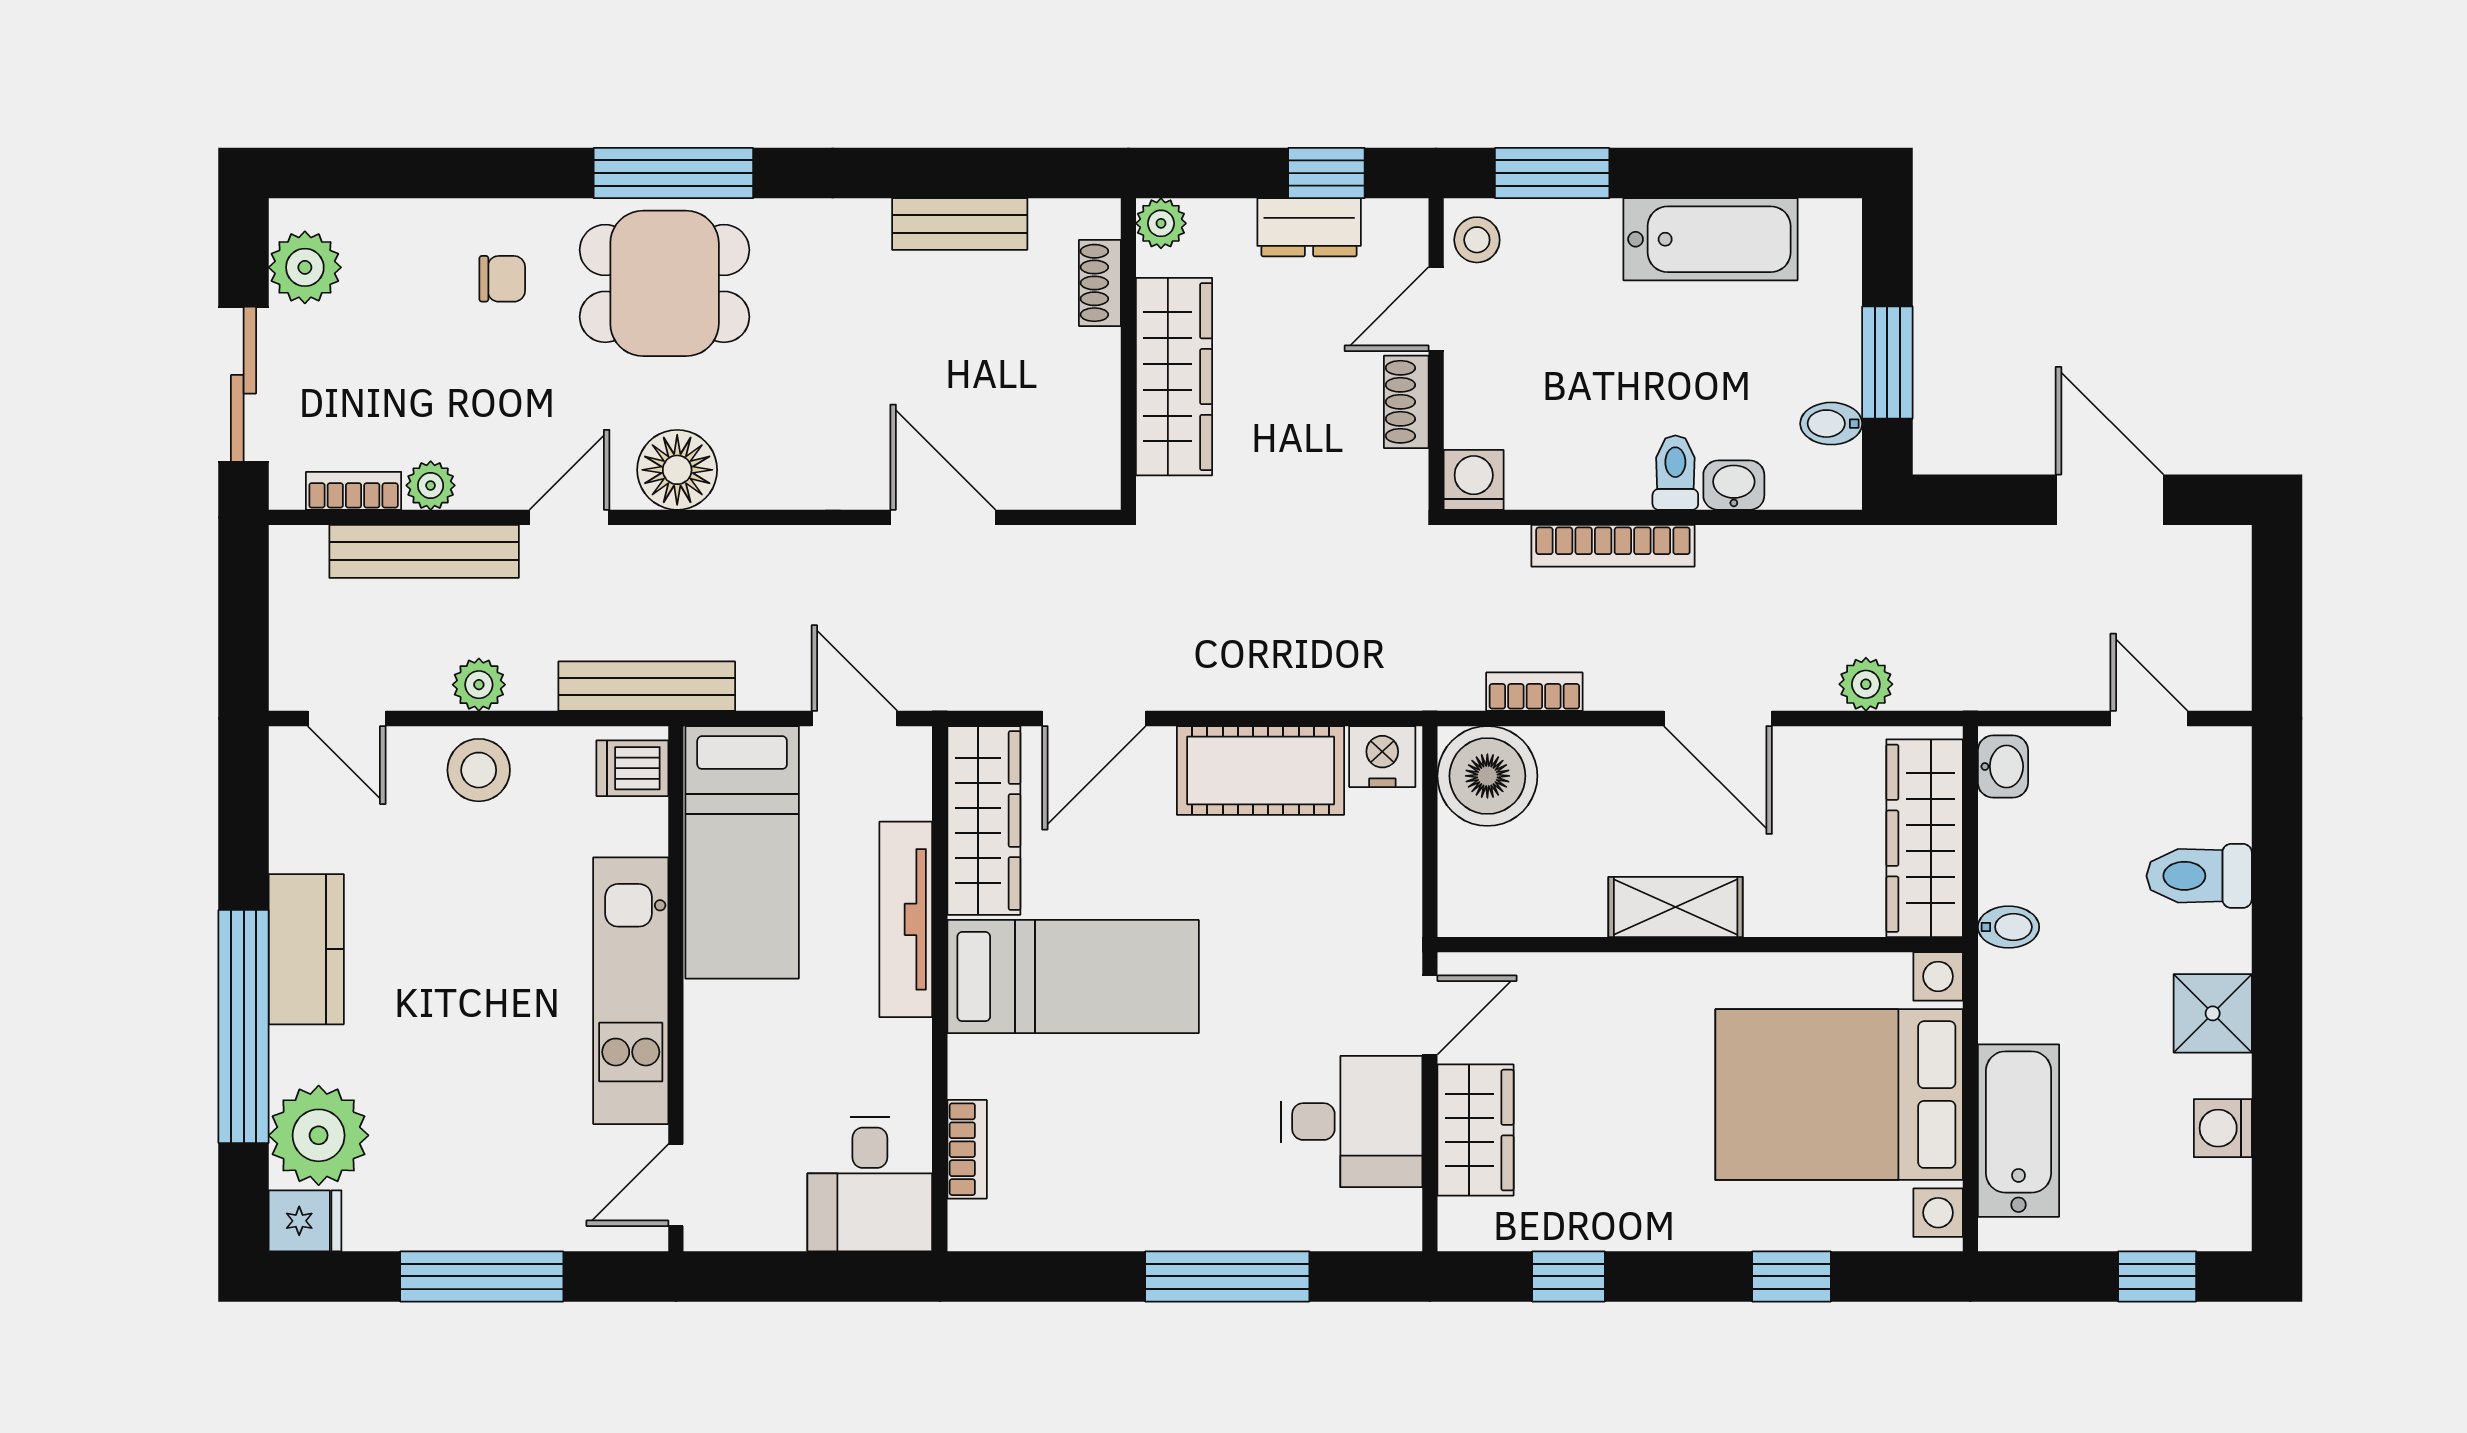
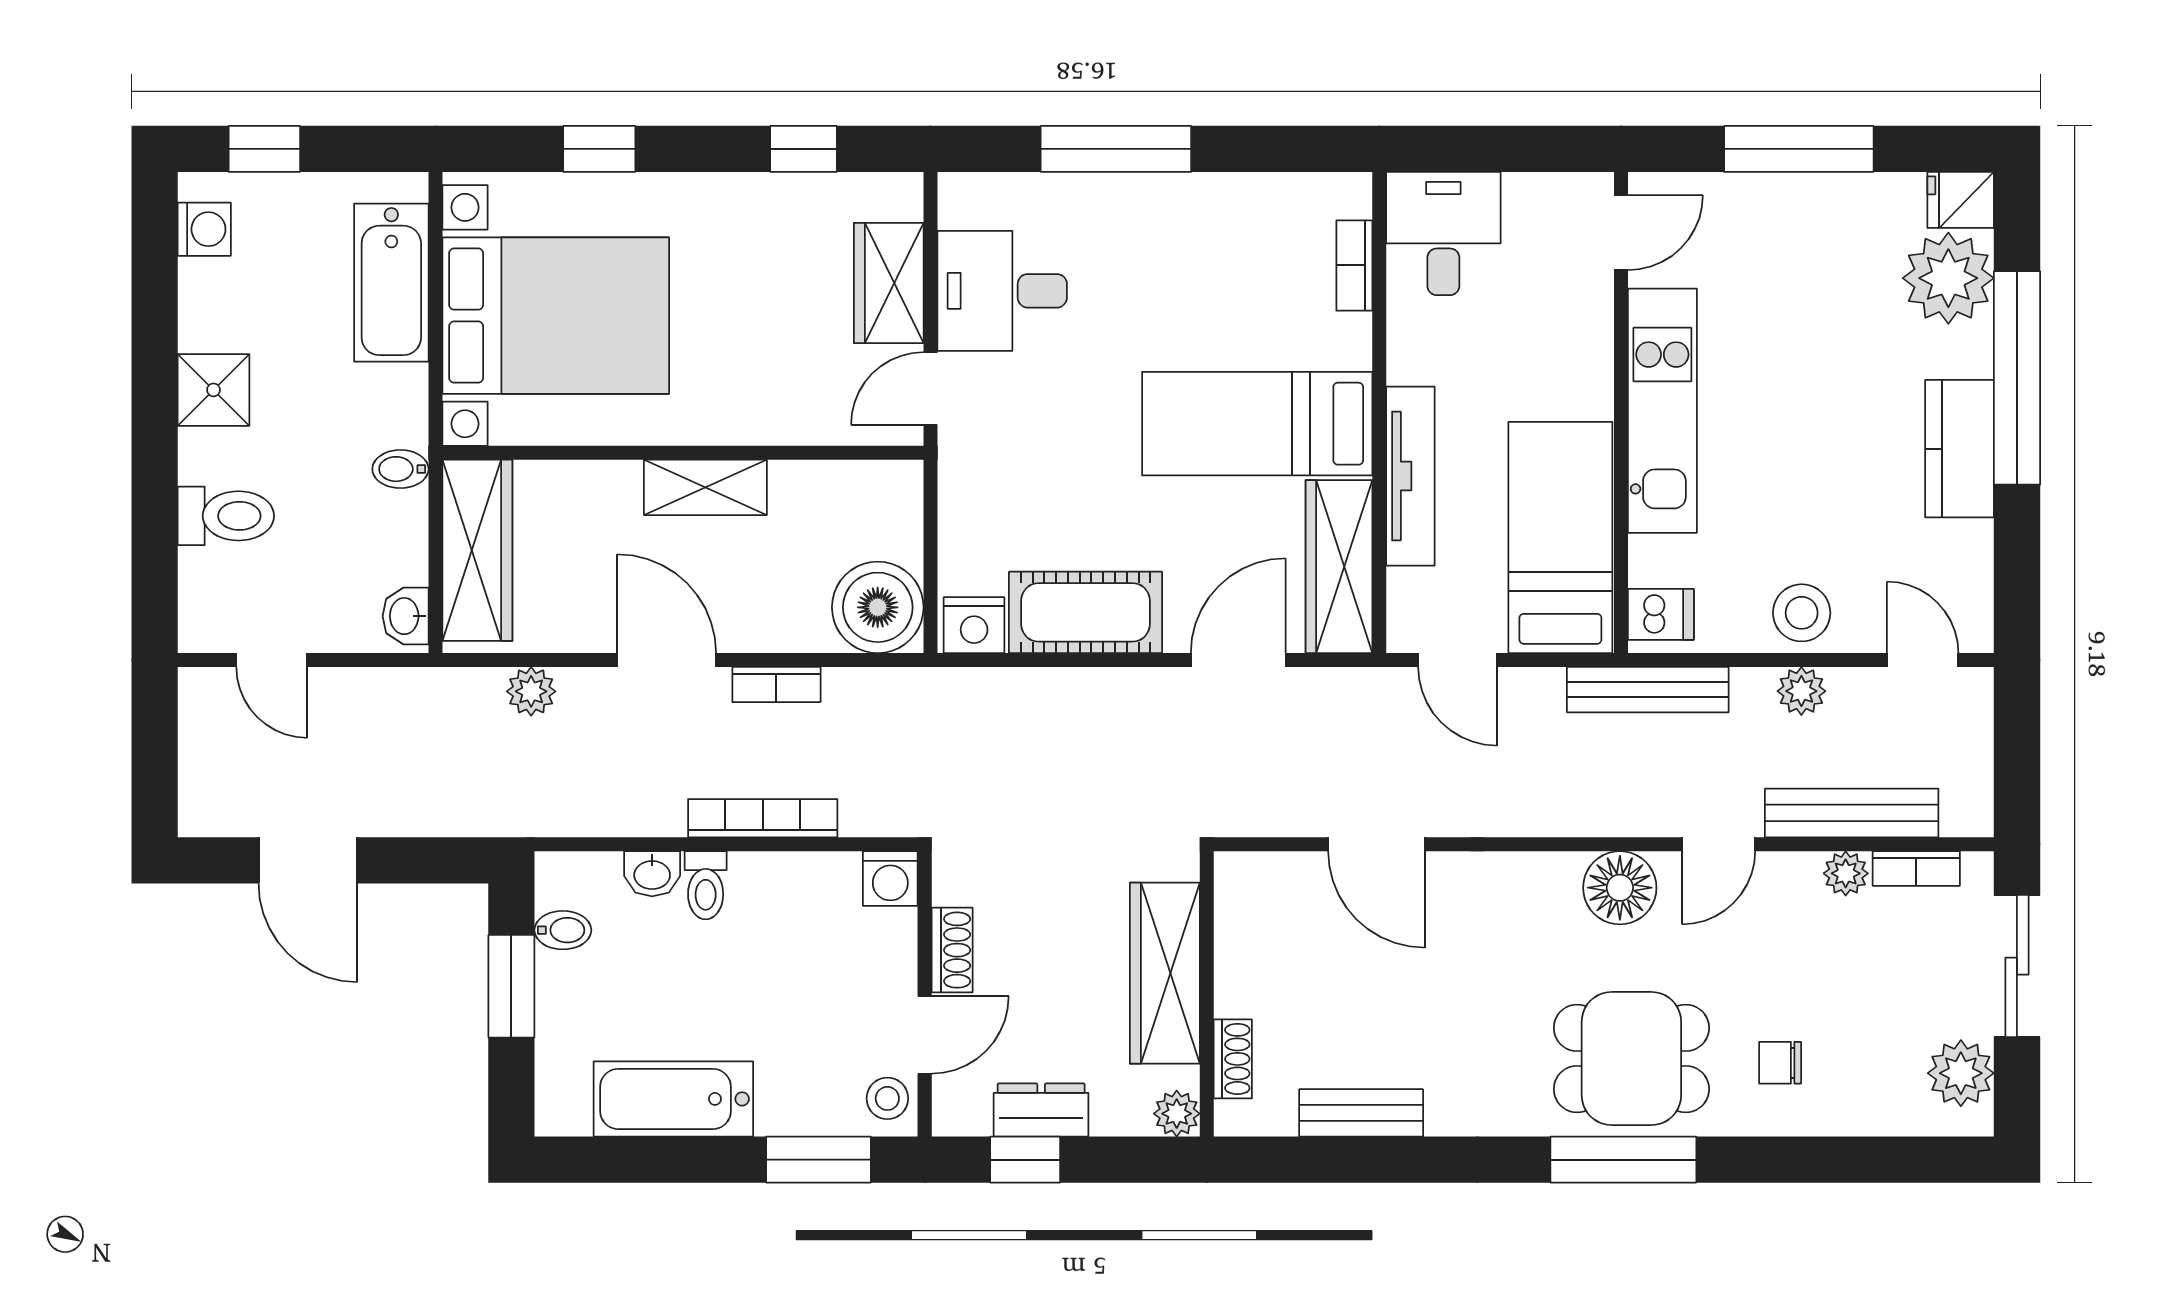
bookcase: (1534, 692) -> (776, 685), moved
washing machine: (2223, 1128) -> (204, 229), moved

